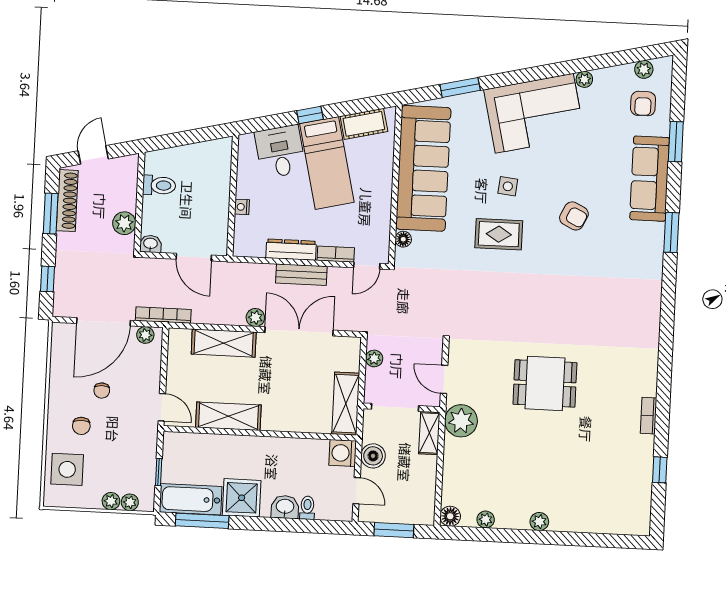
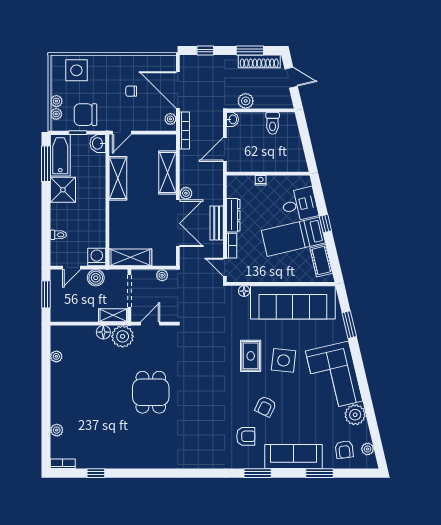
plant: (584, 79) -> (355, 415), width x1.88, depth x1.88
armchair: (643, 104) -> (344, 450), turned -97
side table: (508, 186) -> (284, 360), width x1.87, depth x1.87
armchair: (616, 247) -> (246, 436), added
bookcase: (649, 416) -> (63, 464), moved
chair: (81, 426) -> (86, 115), moved, width x1.87, depth x1.87
washbasin: (285, 507) -> (98, 143), moved, turned 180
floor lamp: (450, 516) -> (103, 332), moved
plant: (539, 522) -> (57, 430), moved

